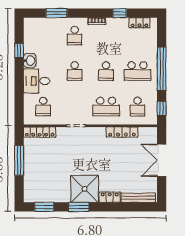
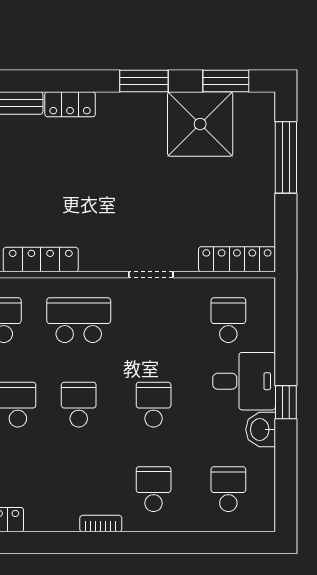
window: (56, 13) -> (197, 543), removed
window: (120, 13) -> (46, 543), removed
school desk: (43, 36) -> (228, 489), added
window: (19, 51) -> (286, 402), moved
window: (19, 161) -> (286, 157), moved
shower: (85, 189) -> (200, 124), moved

